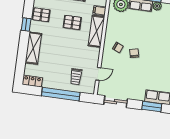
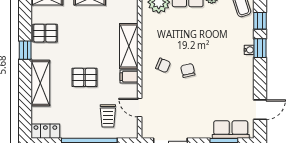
filing cabinet: (100, 11) -> (129, 77), moved
pallet: (72, 22) -> (84, 77), moved
door: (98, 74) -> (140, 108), swing flipped

